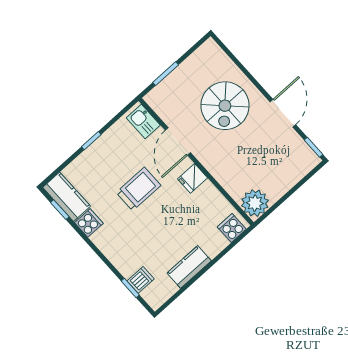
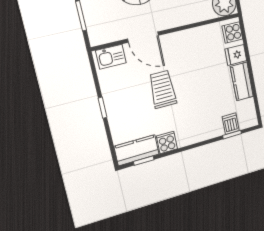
fridge: (193, 178) -> (236, 55), moved, turned 90

